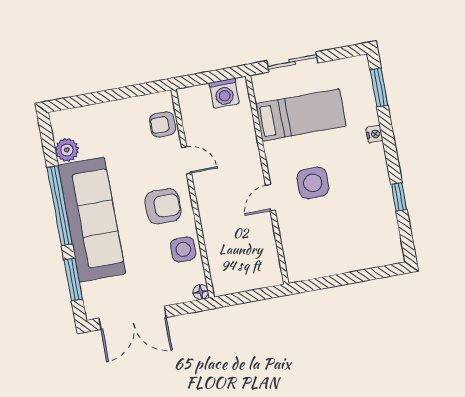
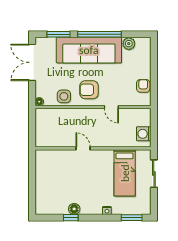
armchair: (163, 124) -> (143, 86), moved
door: (187, 160) -> (111, 107), hinge flipped
side table: (313, 183) -> (87, 173), removed
floor lamp: (382, 194) -> (74, 209), added
armchair: (163, 206) -> (89, 90), turned 90

